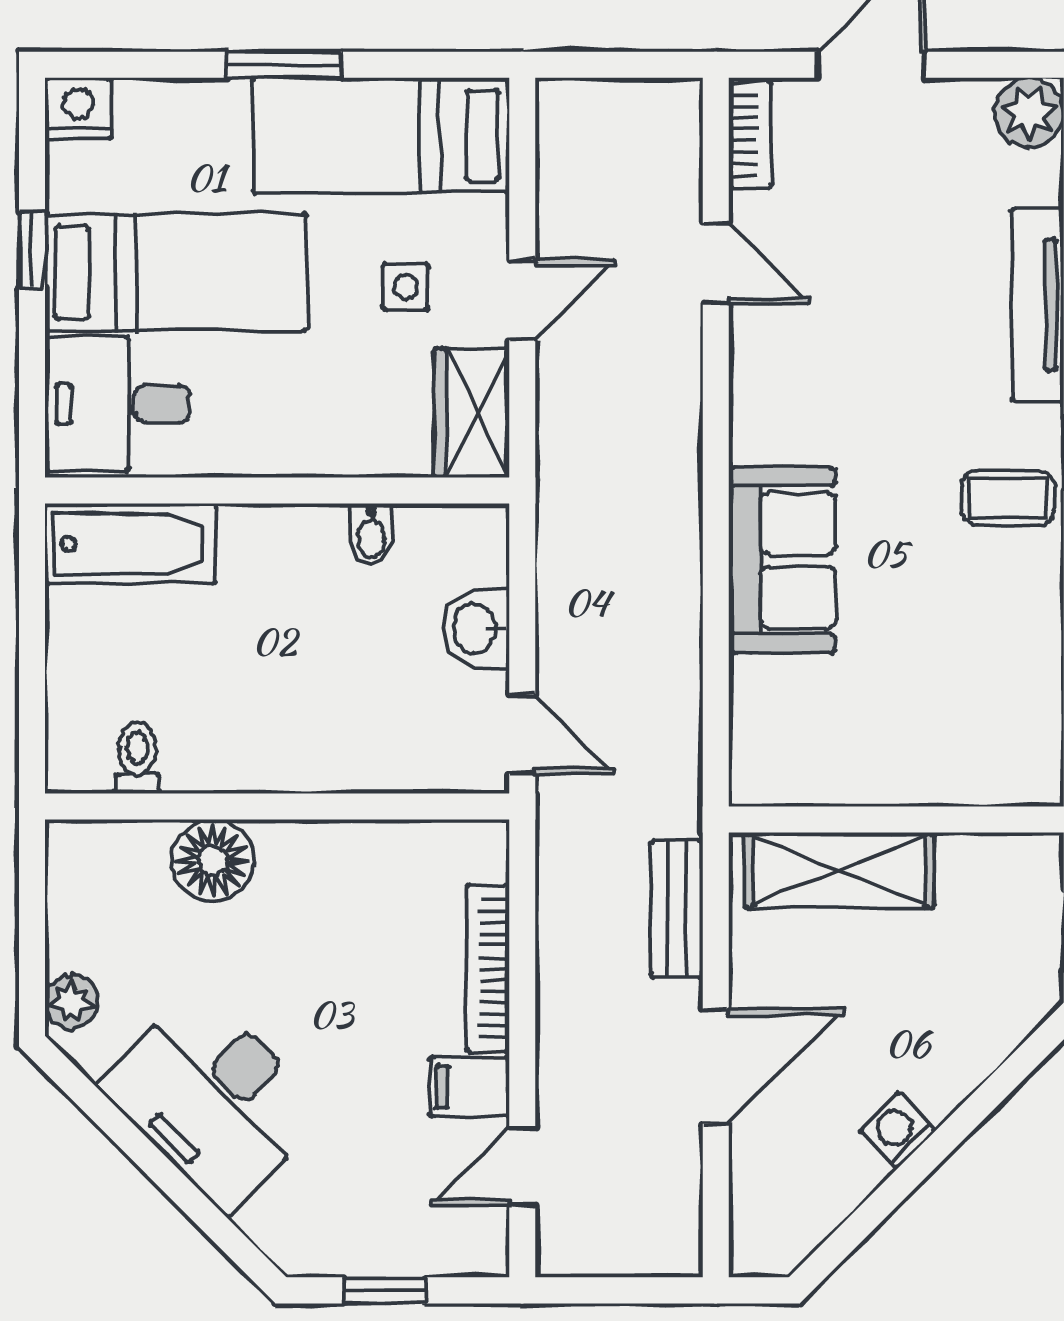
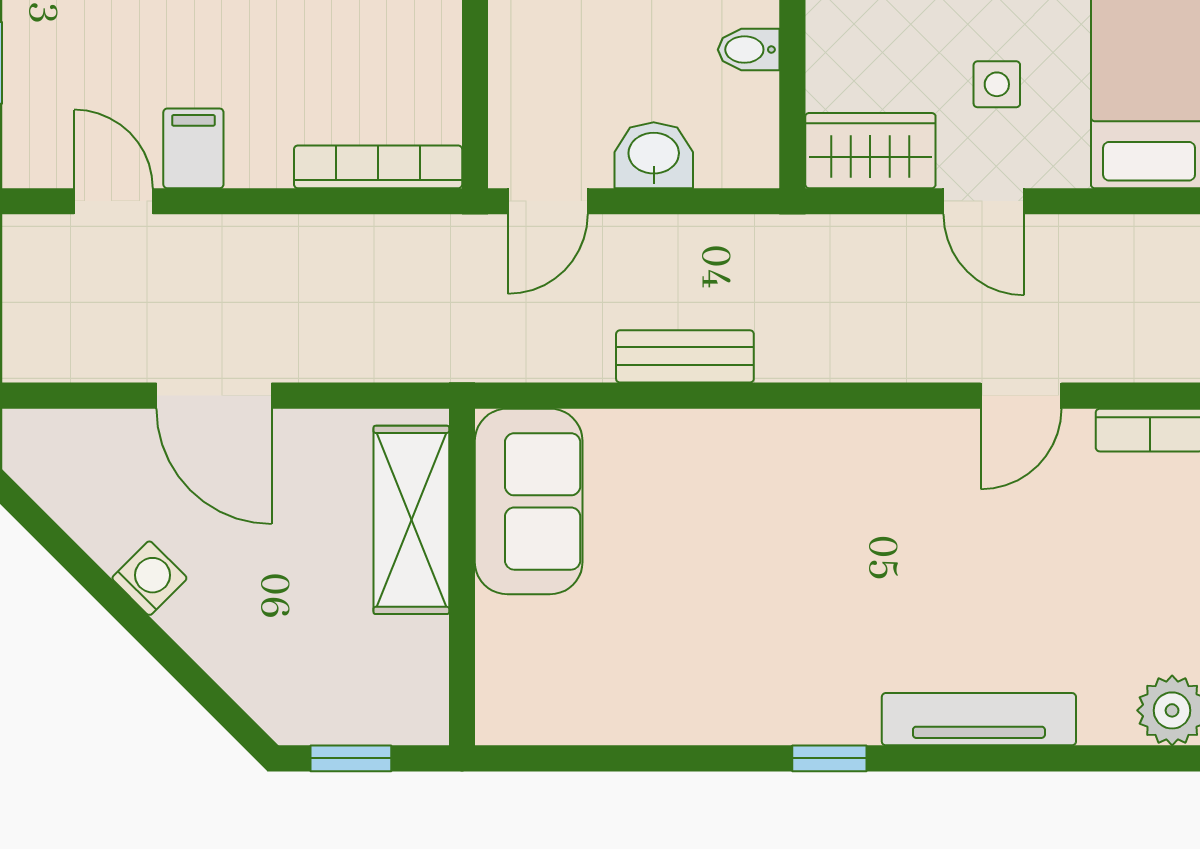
coffee table: (1008, 498) -> (785, 689), removed
sofa: (782, 560) -> (529, 501), moved, turned -90
bench: (677, 909) -> (685, 356), moved
bookcase: (488, 968) -> (378, 167), moved

